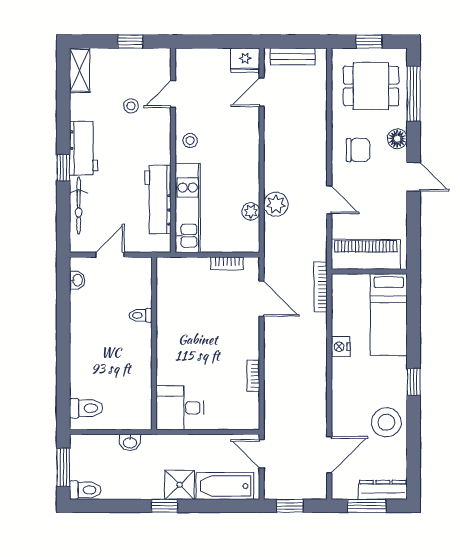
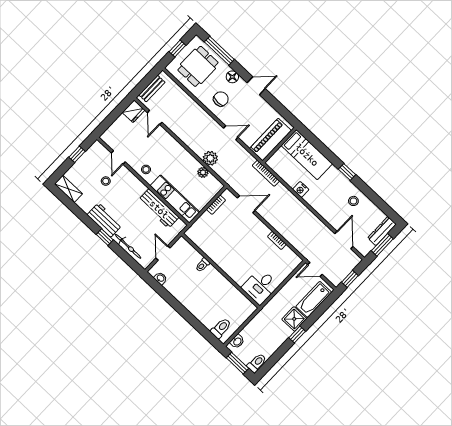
stool: (386, 422) -> (353, 201), width x0.53, depth x0.53
washbasin: (130, 442) -> (237, 341), moved

